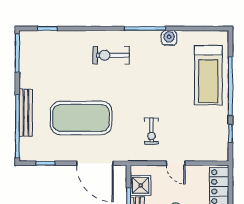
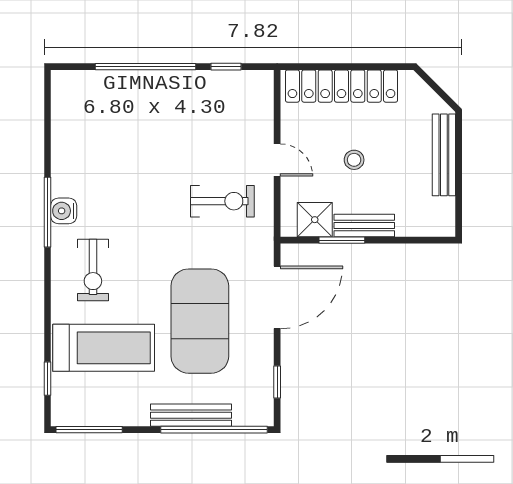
water cooler: (169, 38) -> (64, 211), moved
treadmill: (208, 75) -> (104, 348), moved
exercise bike: (151, 131) -> (222, 201), width x1.38, depth x1.39
door: (176, 163) -> (277, 160), hinge flipped

